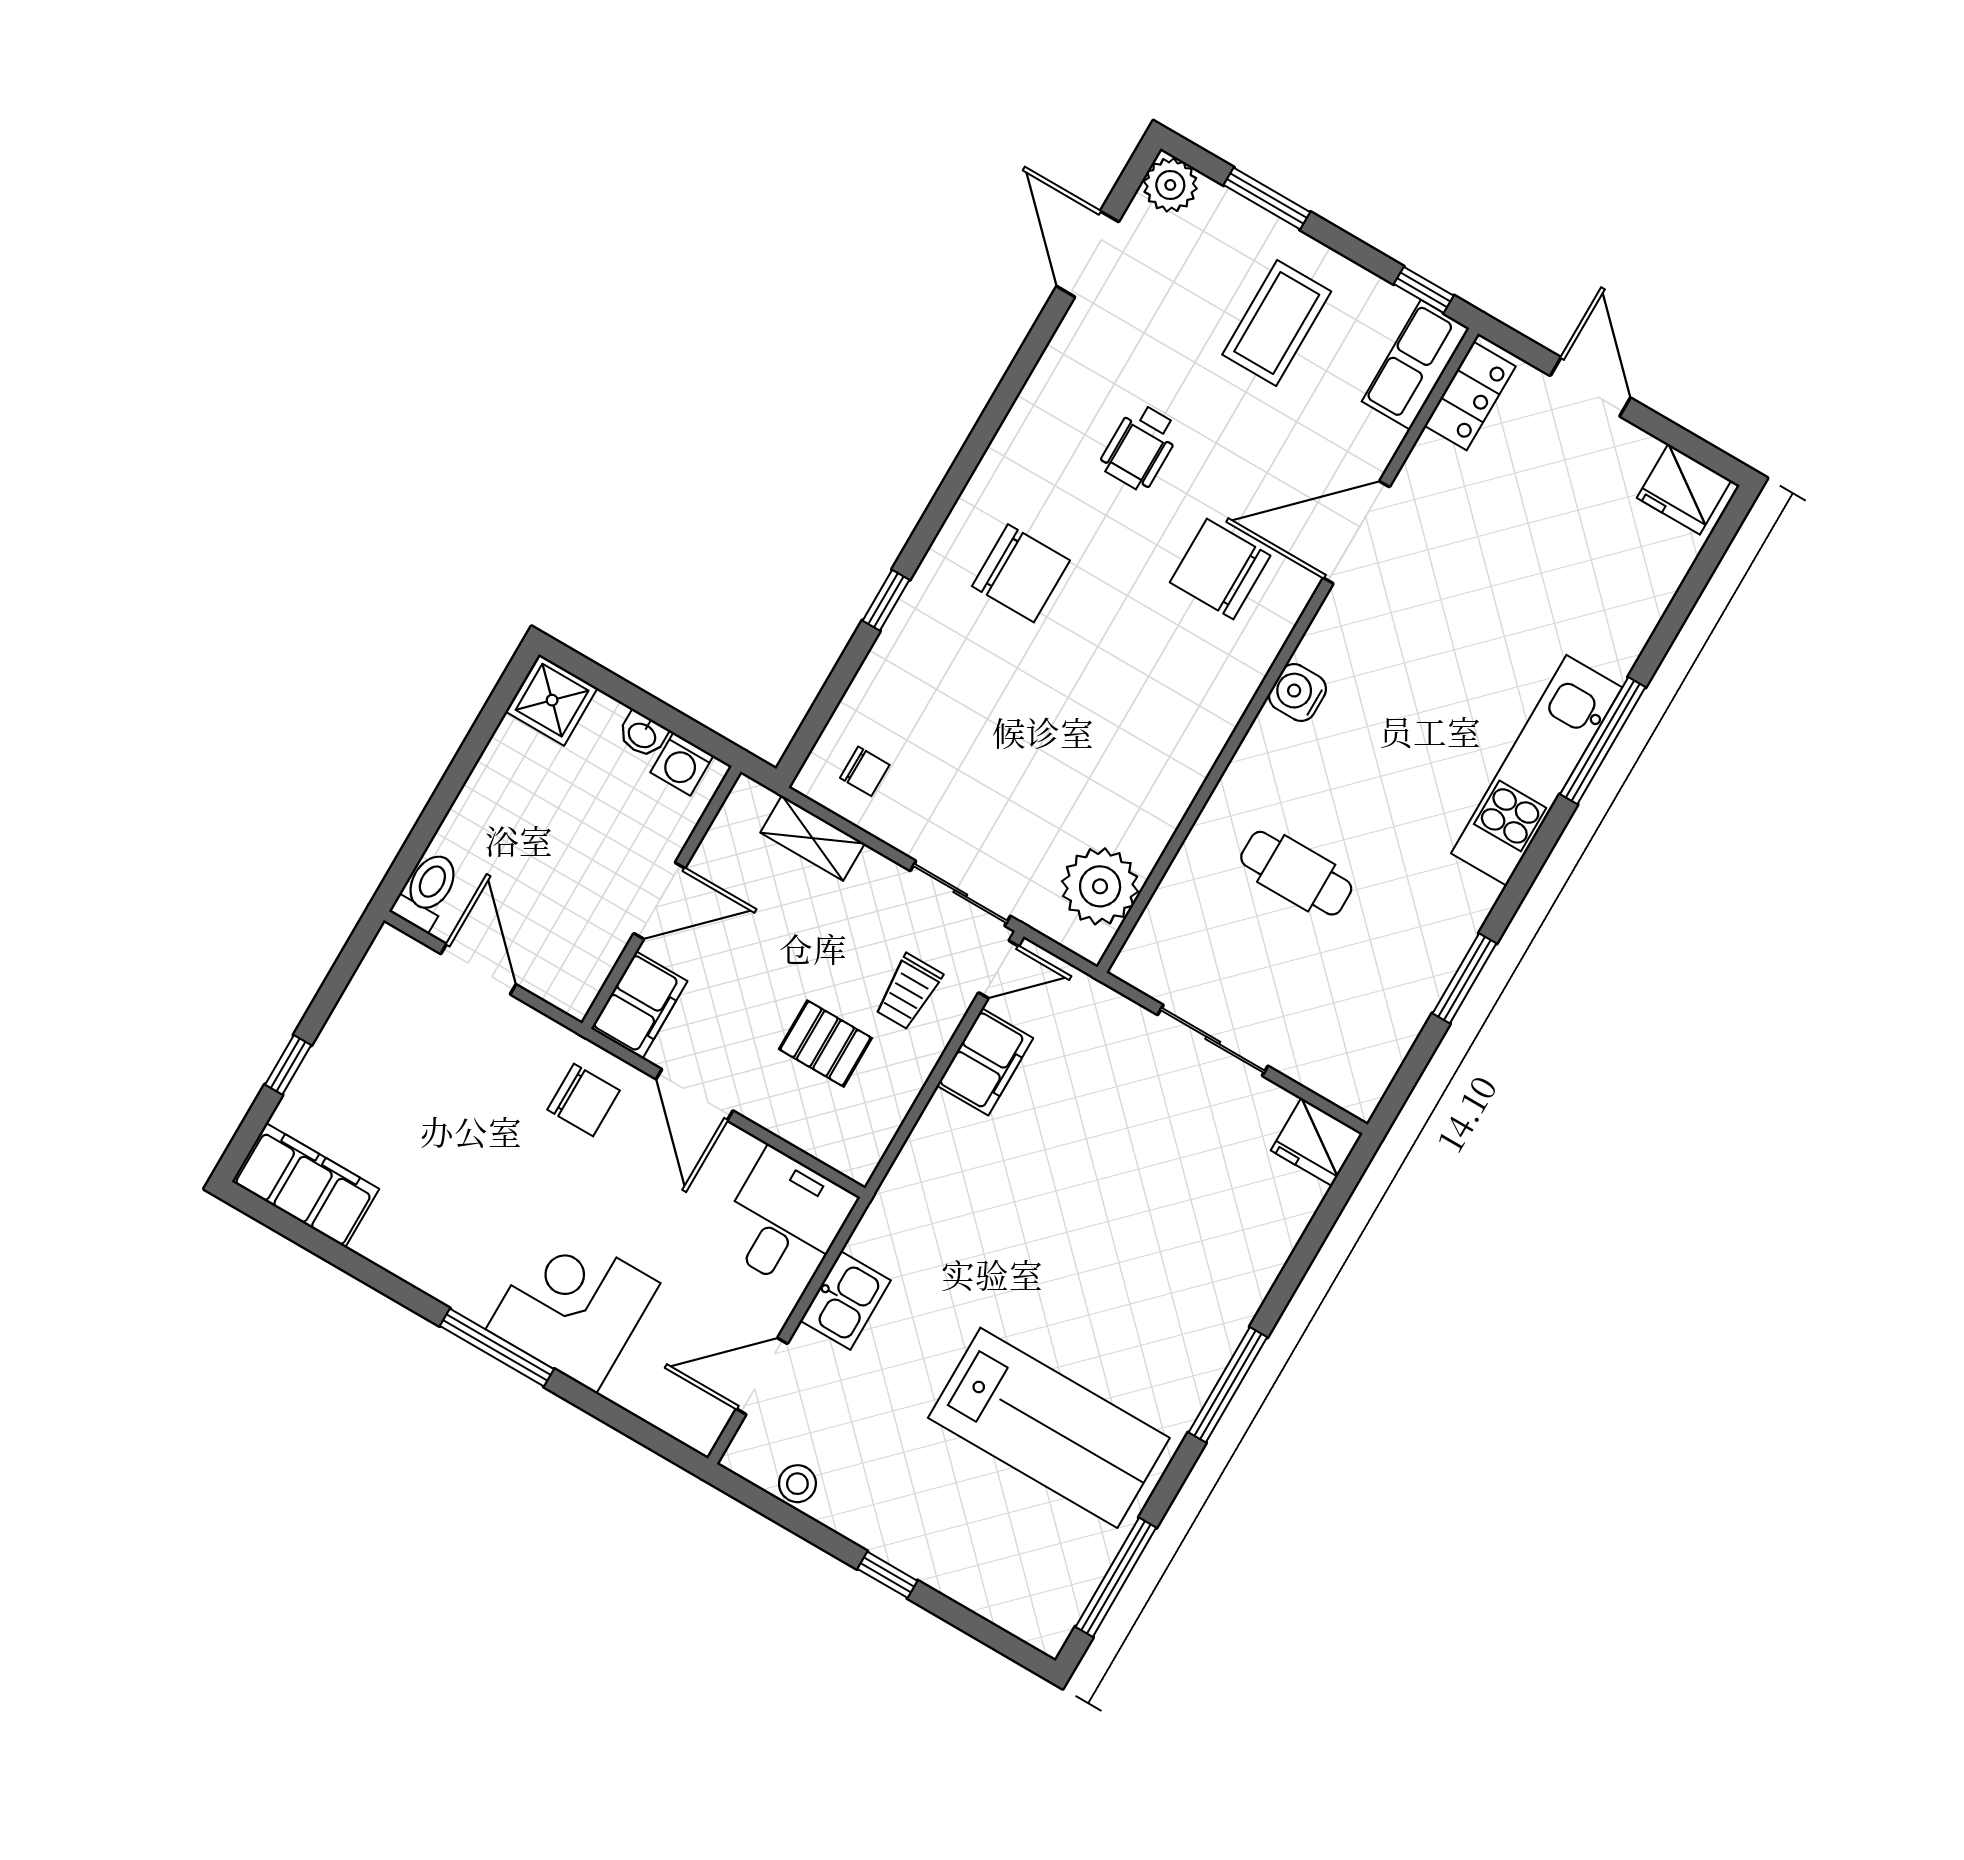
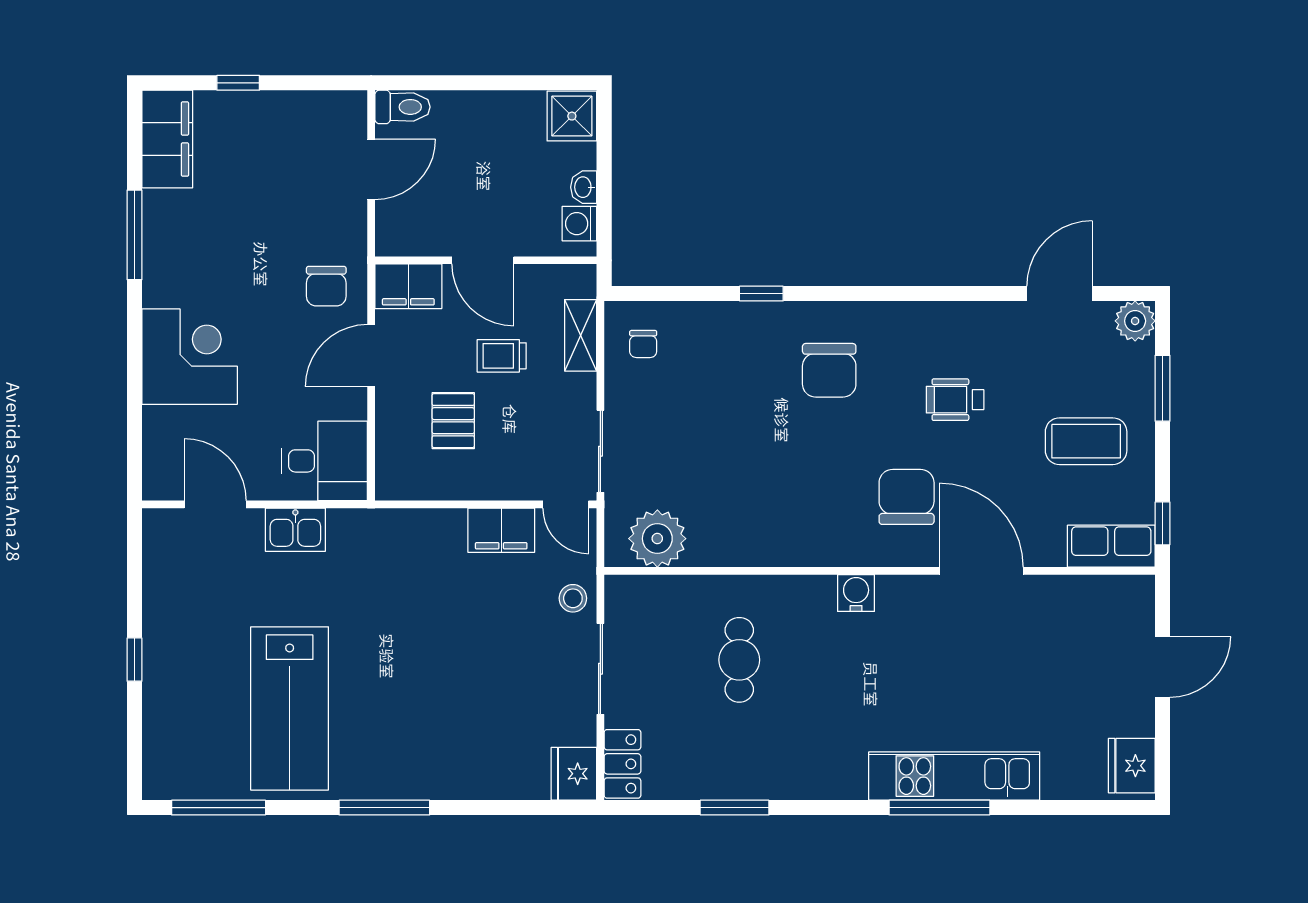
locker: (1470, 396) -> (622, 764), moved, turned -90
kitchen unit: (1537, 770) -> (954, 776), moved
trolley: (908, 992) -> (502, 356), moved
window: (497, 1348) -> (134, 235), moved
stool: (797, 1484) -> (573, 598), moved

